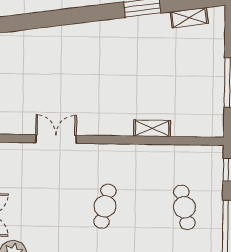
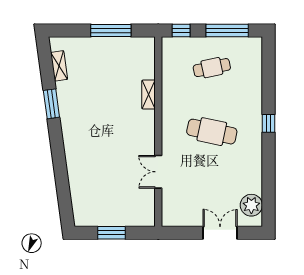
cafe table: (105, 206) -> (212, 132), width x1.37, depth x1.35

